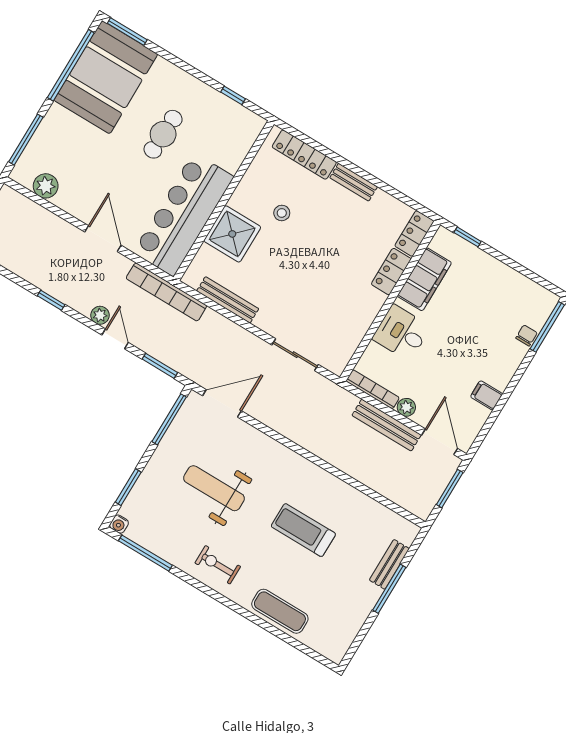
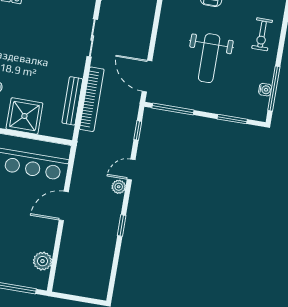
bookcase: (166, 292) -> (92, 99), moved
window: (160, 366) -> (138, 130), width x0.67
water cooler: (119, 524) -> (265, 90), moved

